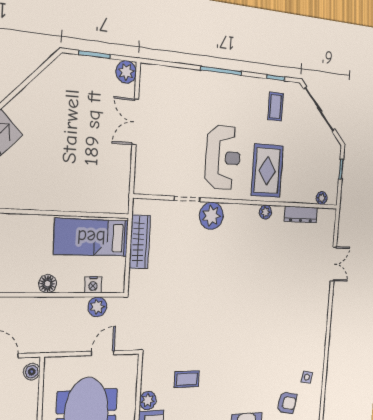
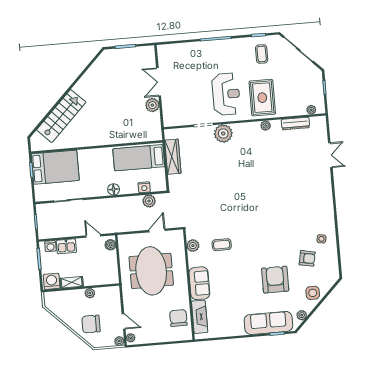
plant: (126, 72) -> (152, 105), moved
plant: (148, 400) -> (193, 246), moved

